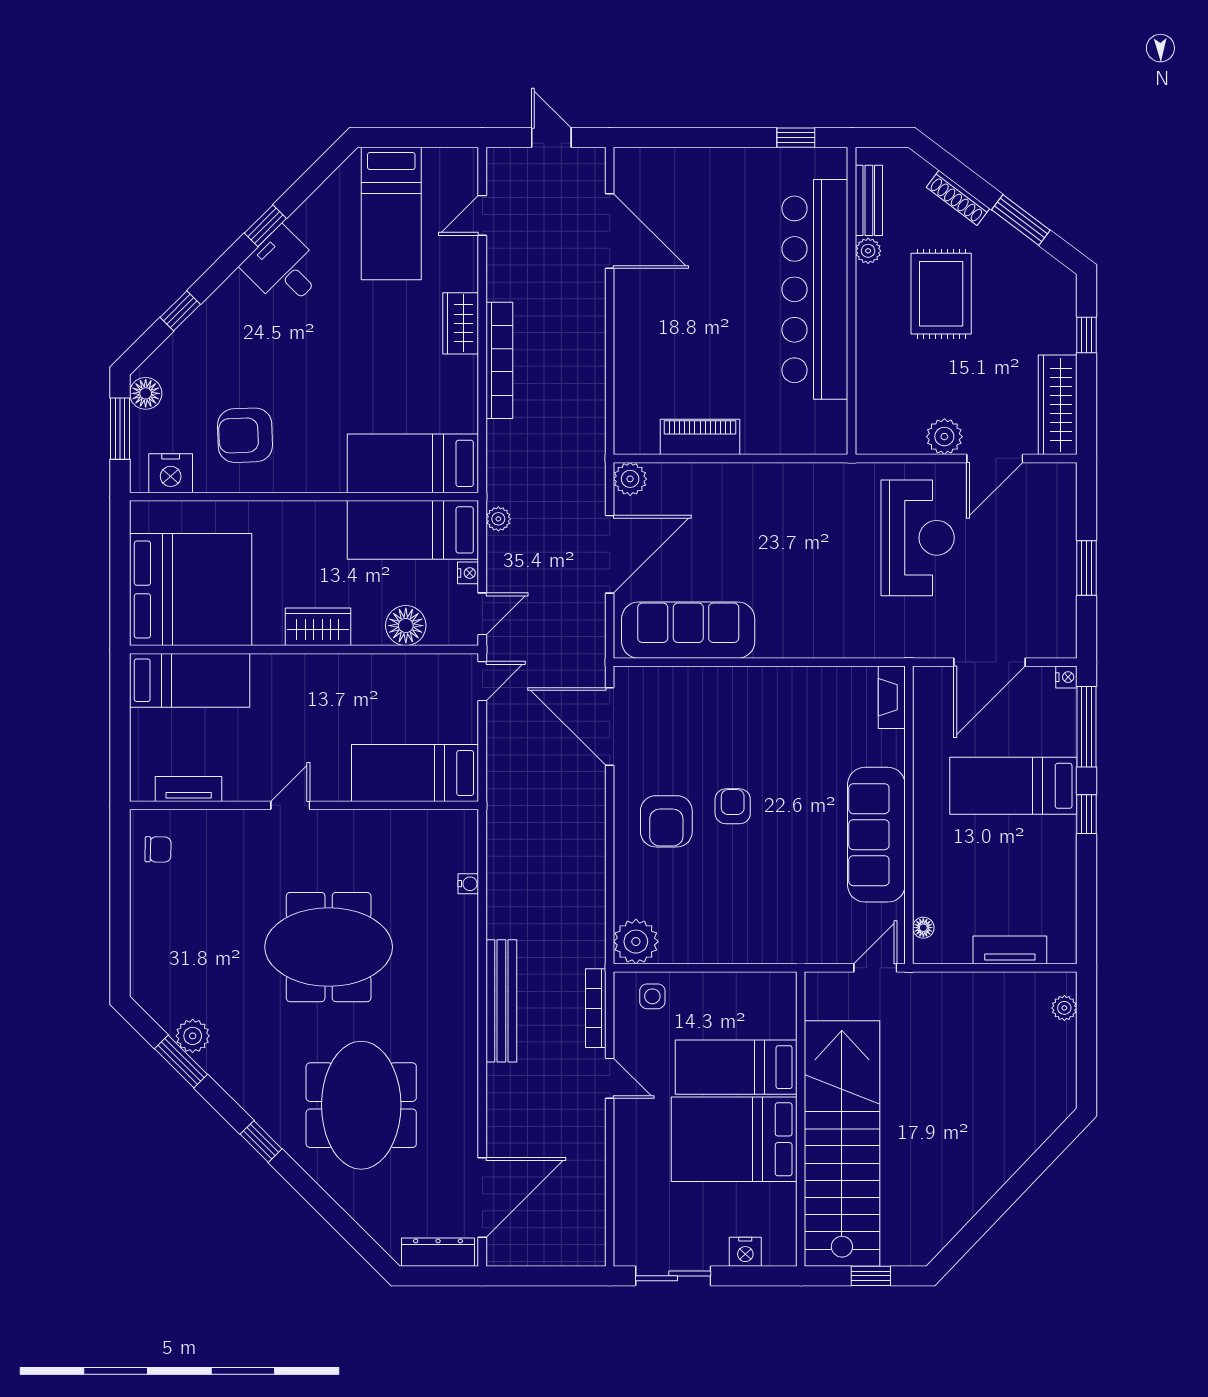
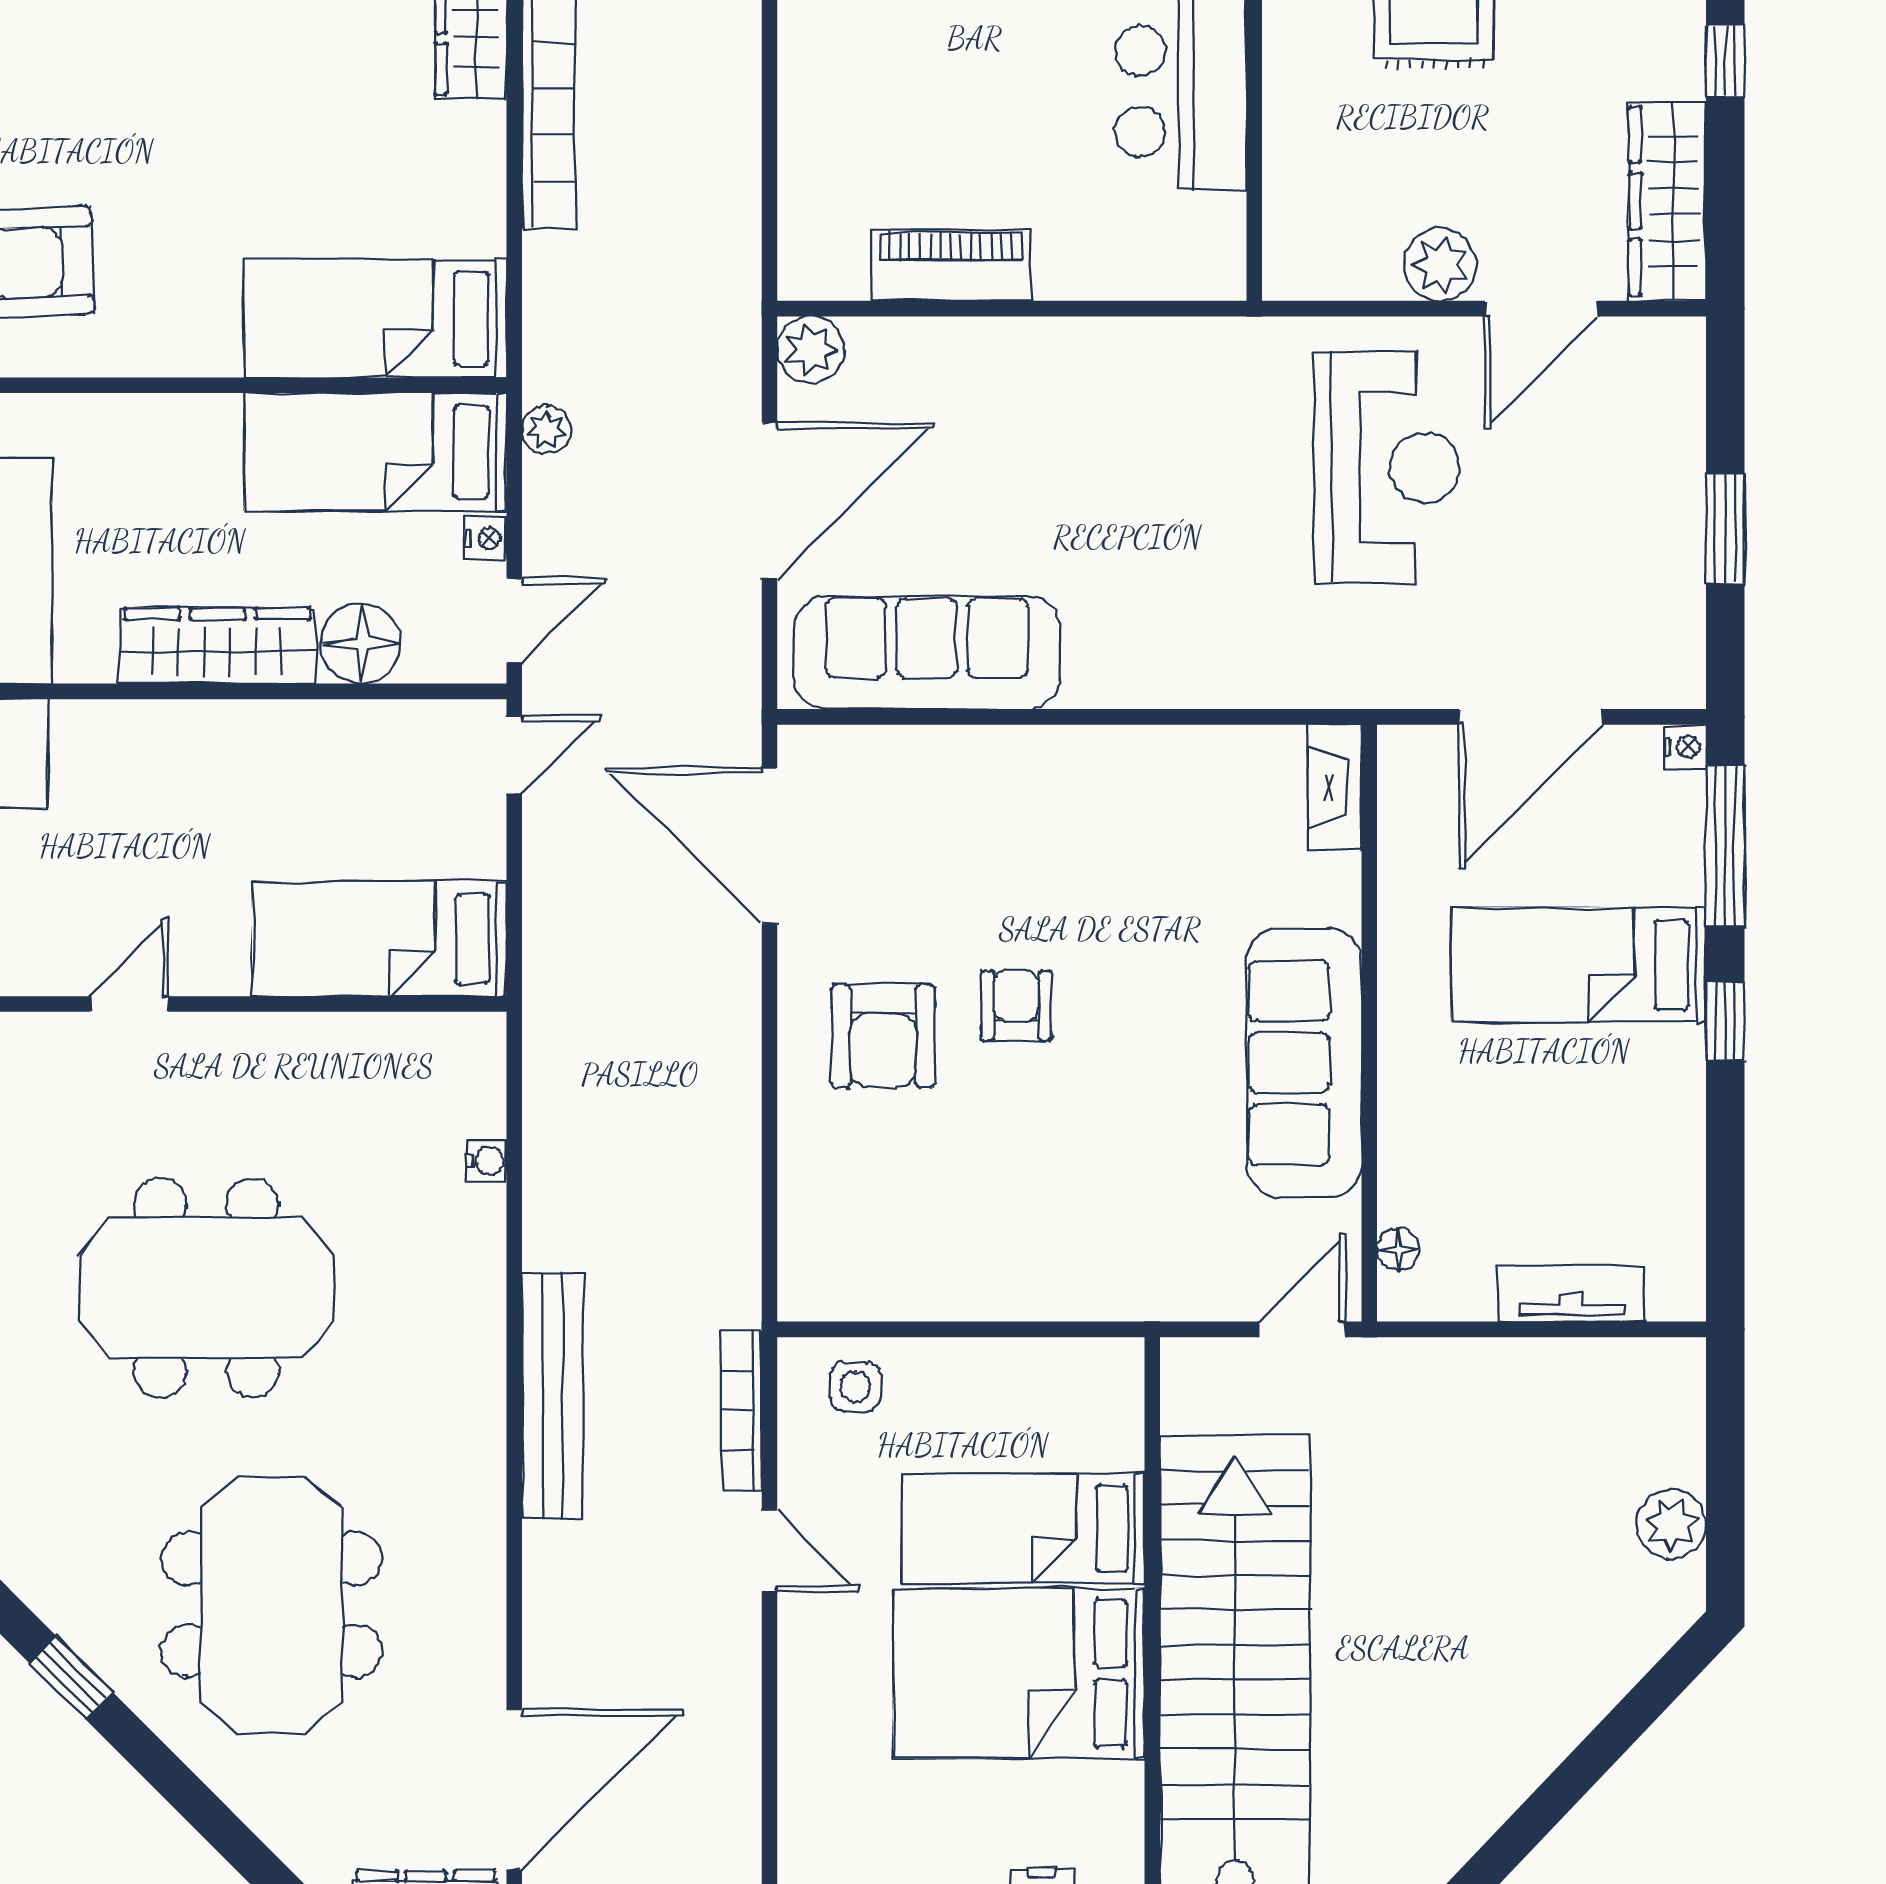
wardrobe: (318, 627) -> (218, 646), width x1.50
plant: (636, 942) -> (822, 1277), removed
plant: (1064, 1008) -> (1671, 1524), moved, width x1.38, depth x1.38

